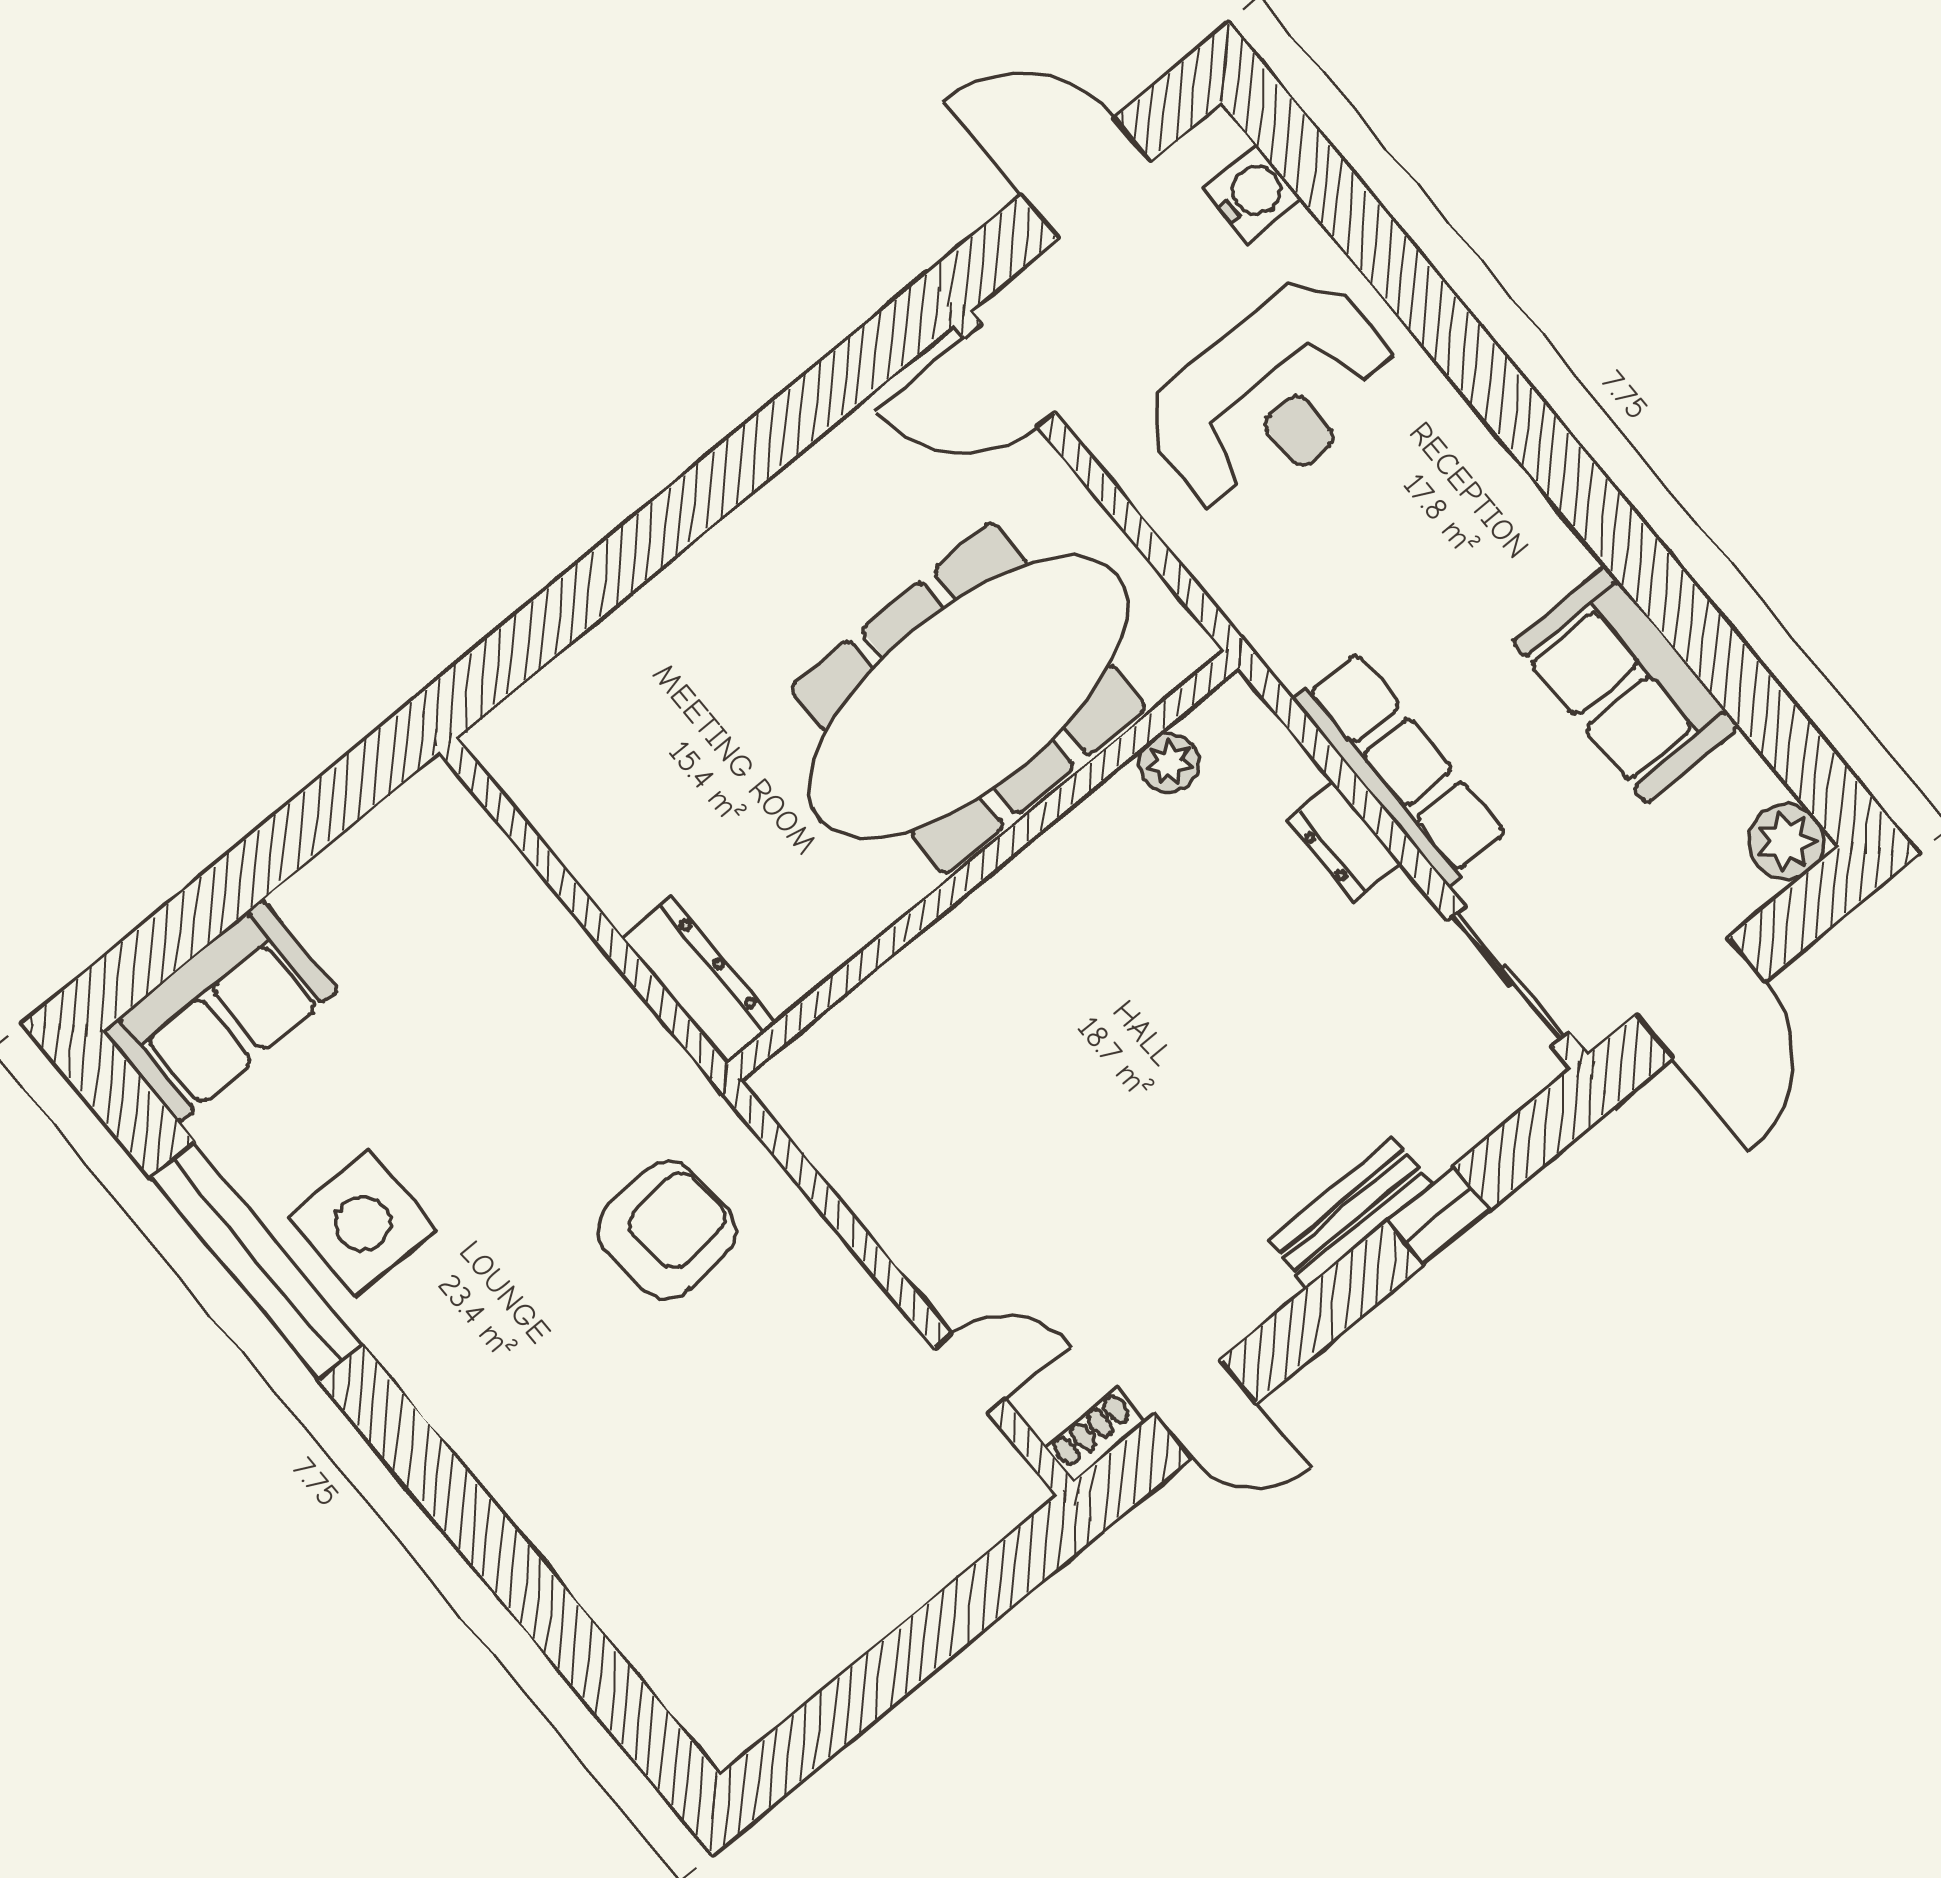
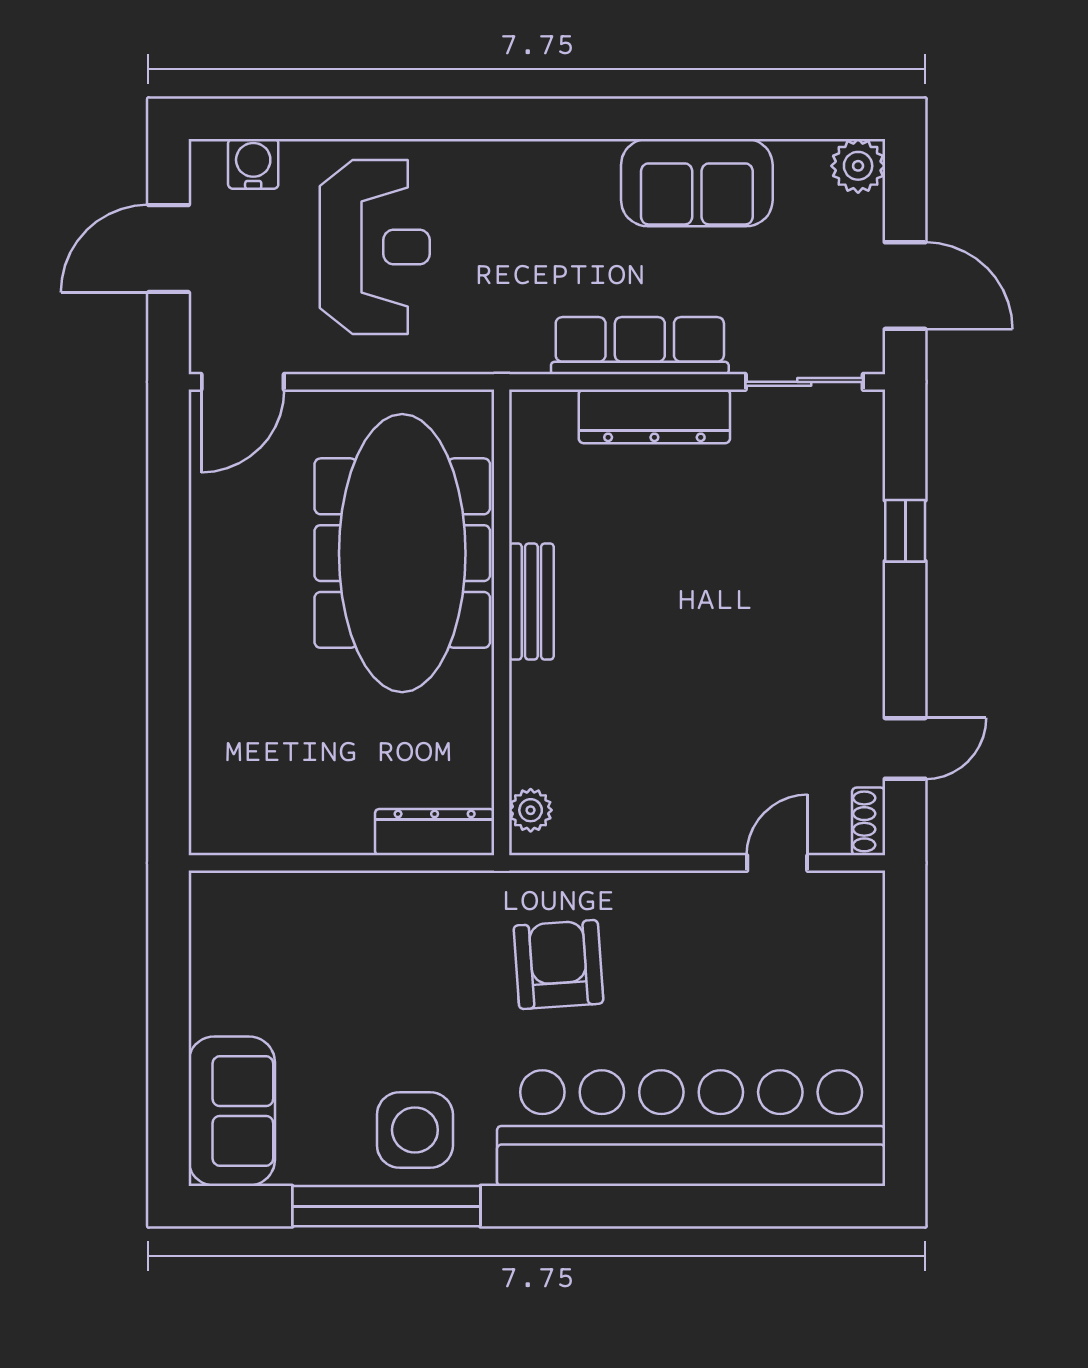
plant: (1169, 763) -> (531, 810), moved
dresser: (1344, 841) -> (654, 416), width x1.96, depth x1.24
bench: (1350, 1212) -> (531, 602), moved
bar counter: (610, 1517) -> (691, 1128), added

